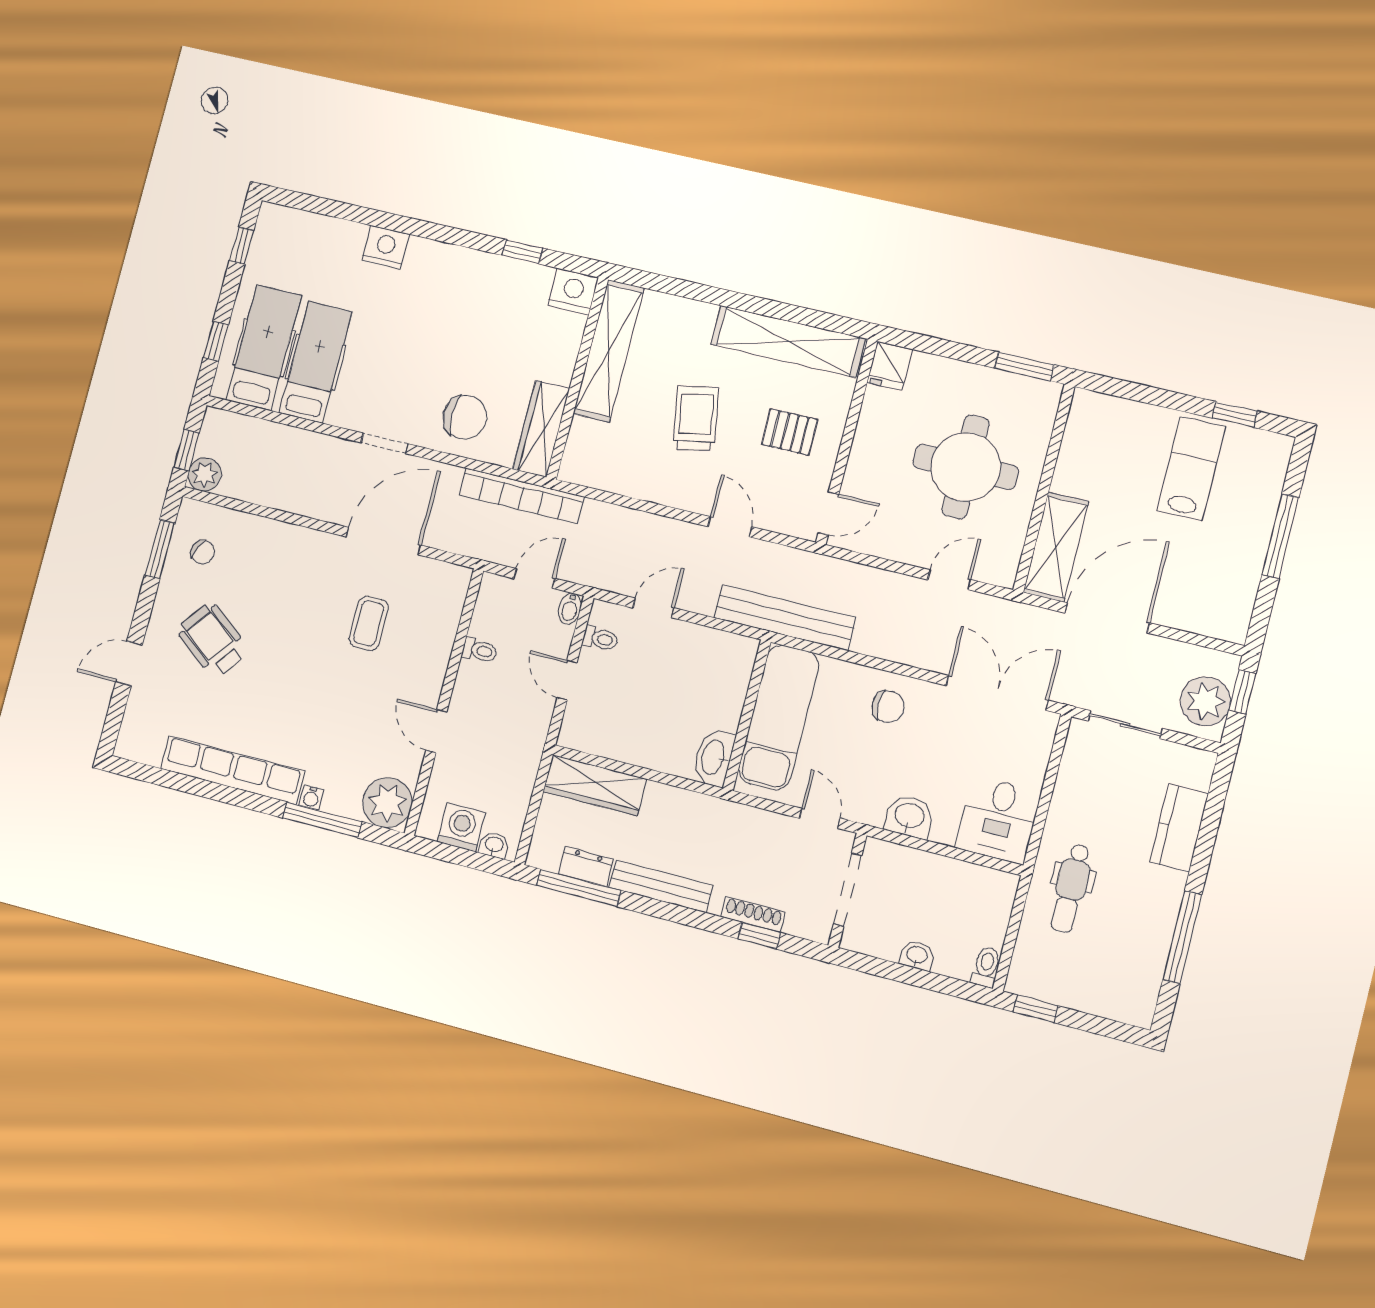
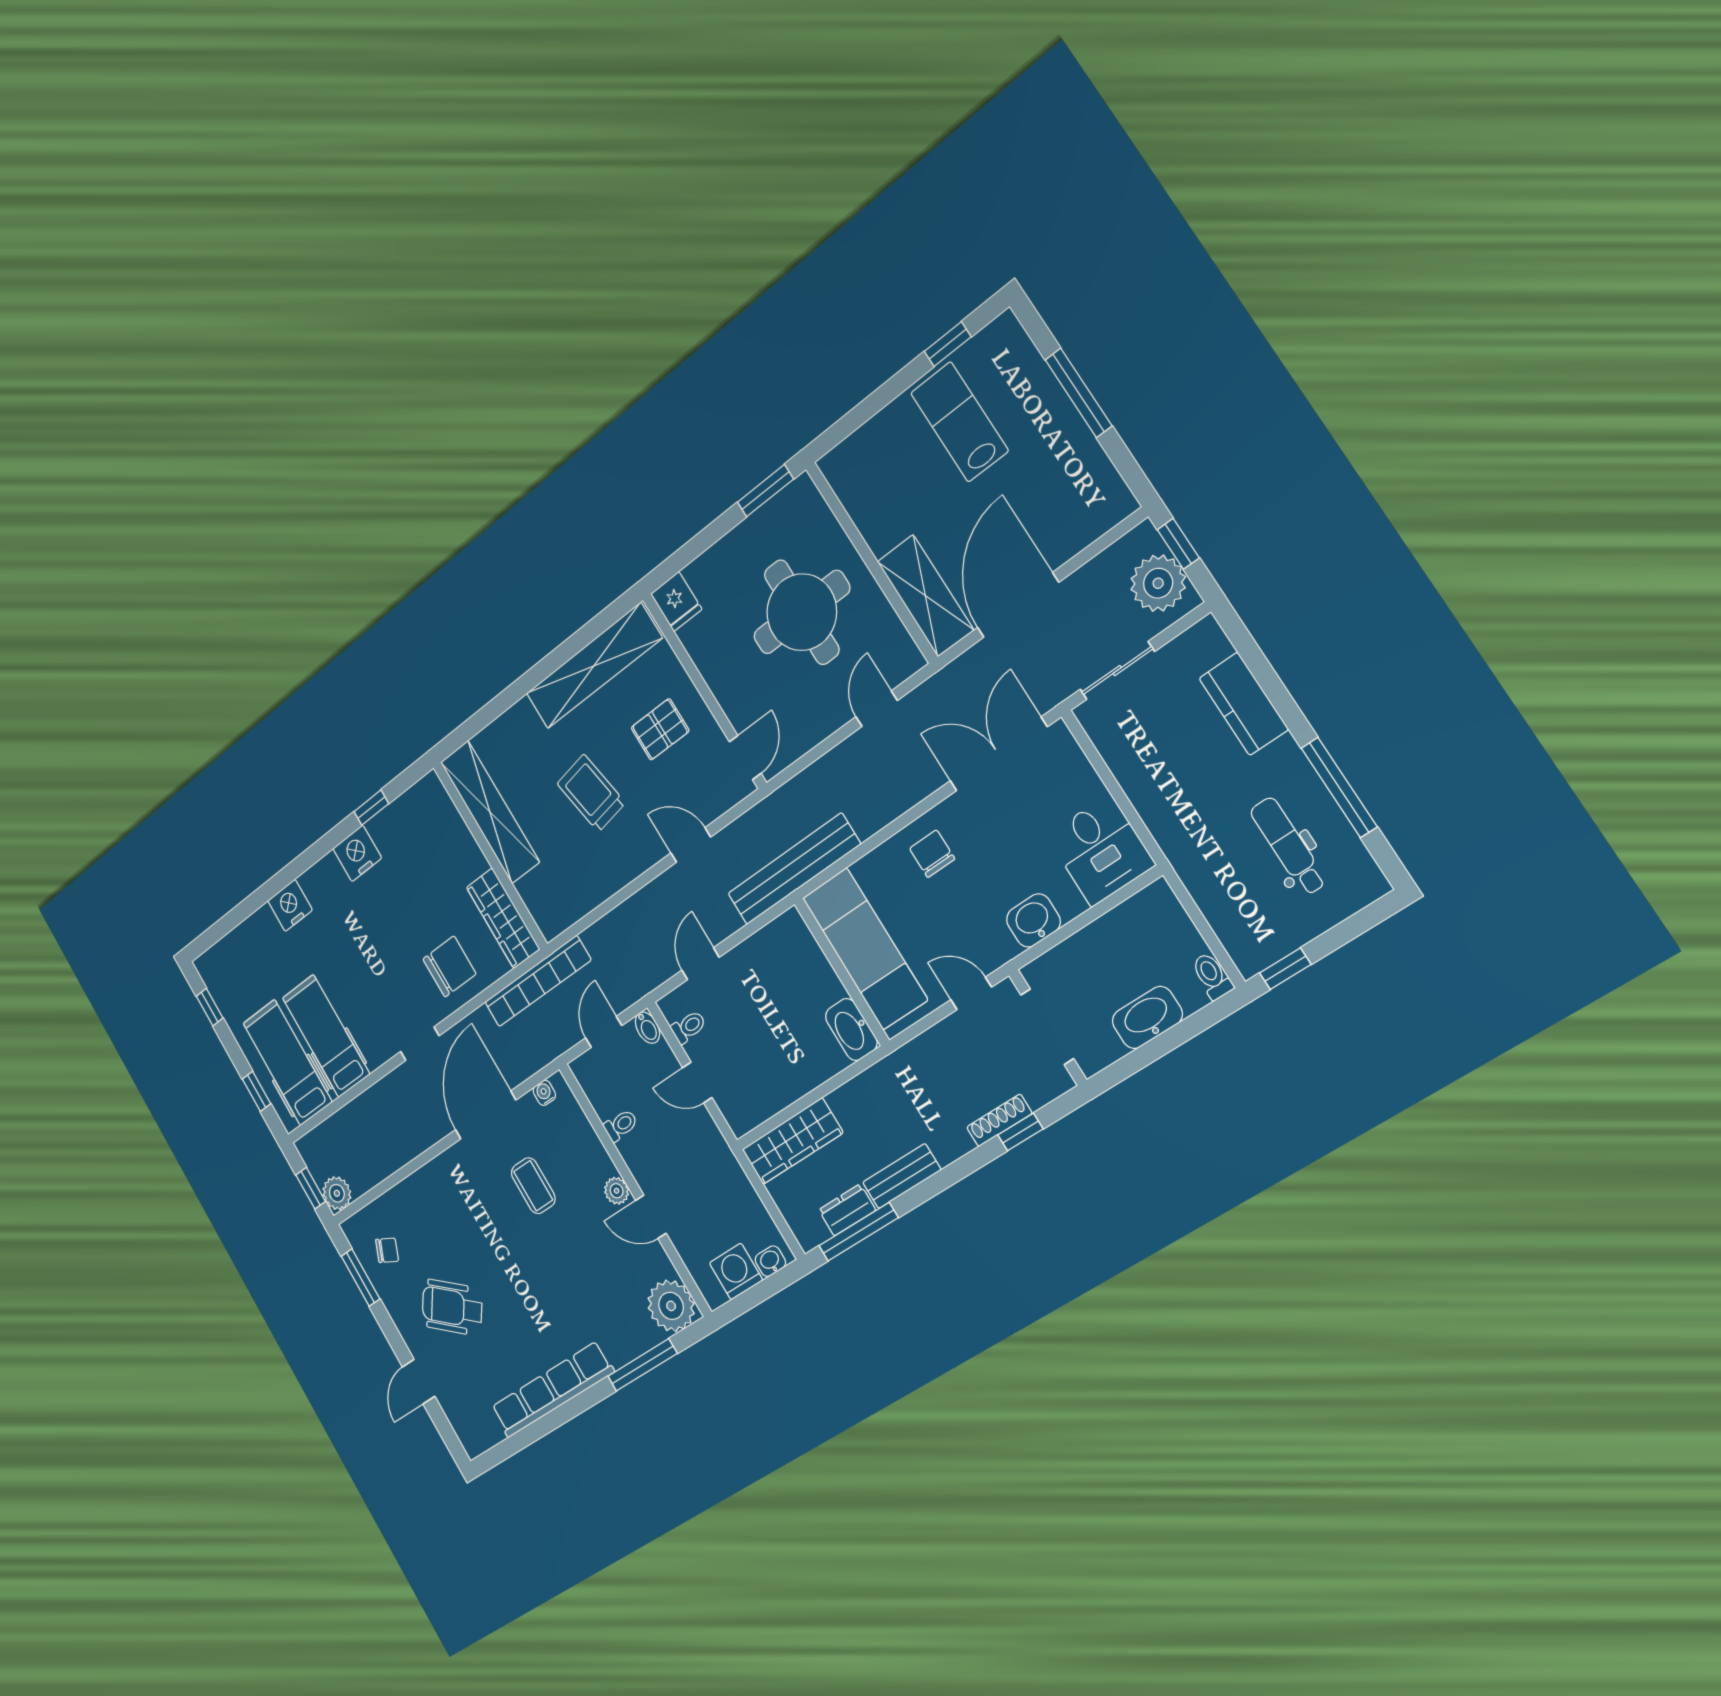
nightstand: (573, 291) -> (357, 853), moved
plant: (429, 689) -> (617, 1191), added
chair: (888, 707) -> (932, 854), turned -90
water cooler: (311, 798) -> (544, 1093), moved, turned 180
bench: (661, 886) -> (902, 1176), width x0.73
dental chair: (1071, 888) -> (1288, 846), moved, turned 180
washbasin: (917, 955) -> (1147, 1018), width x1.91, depth x1.45

